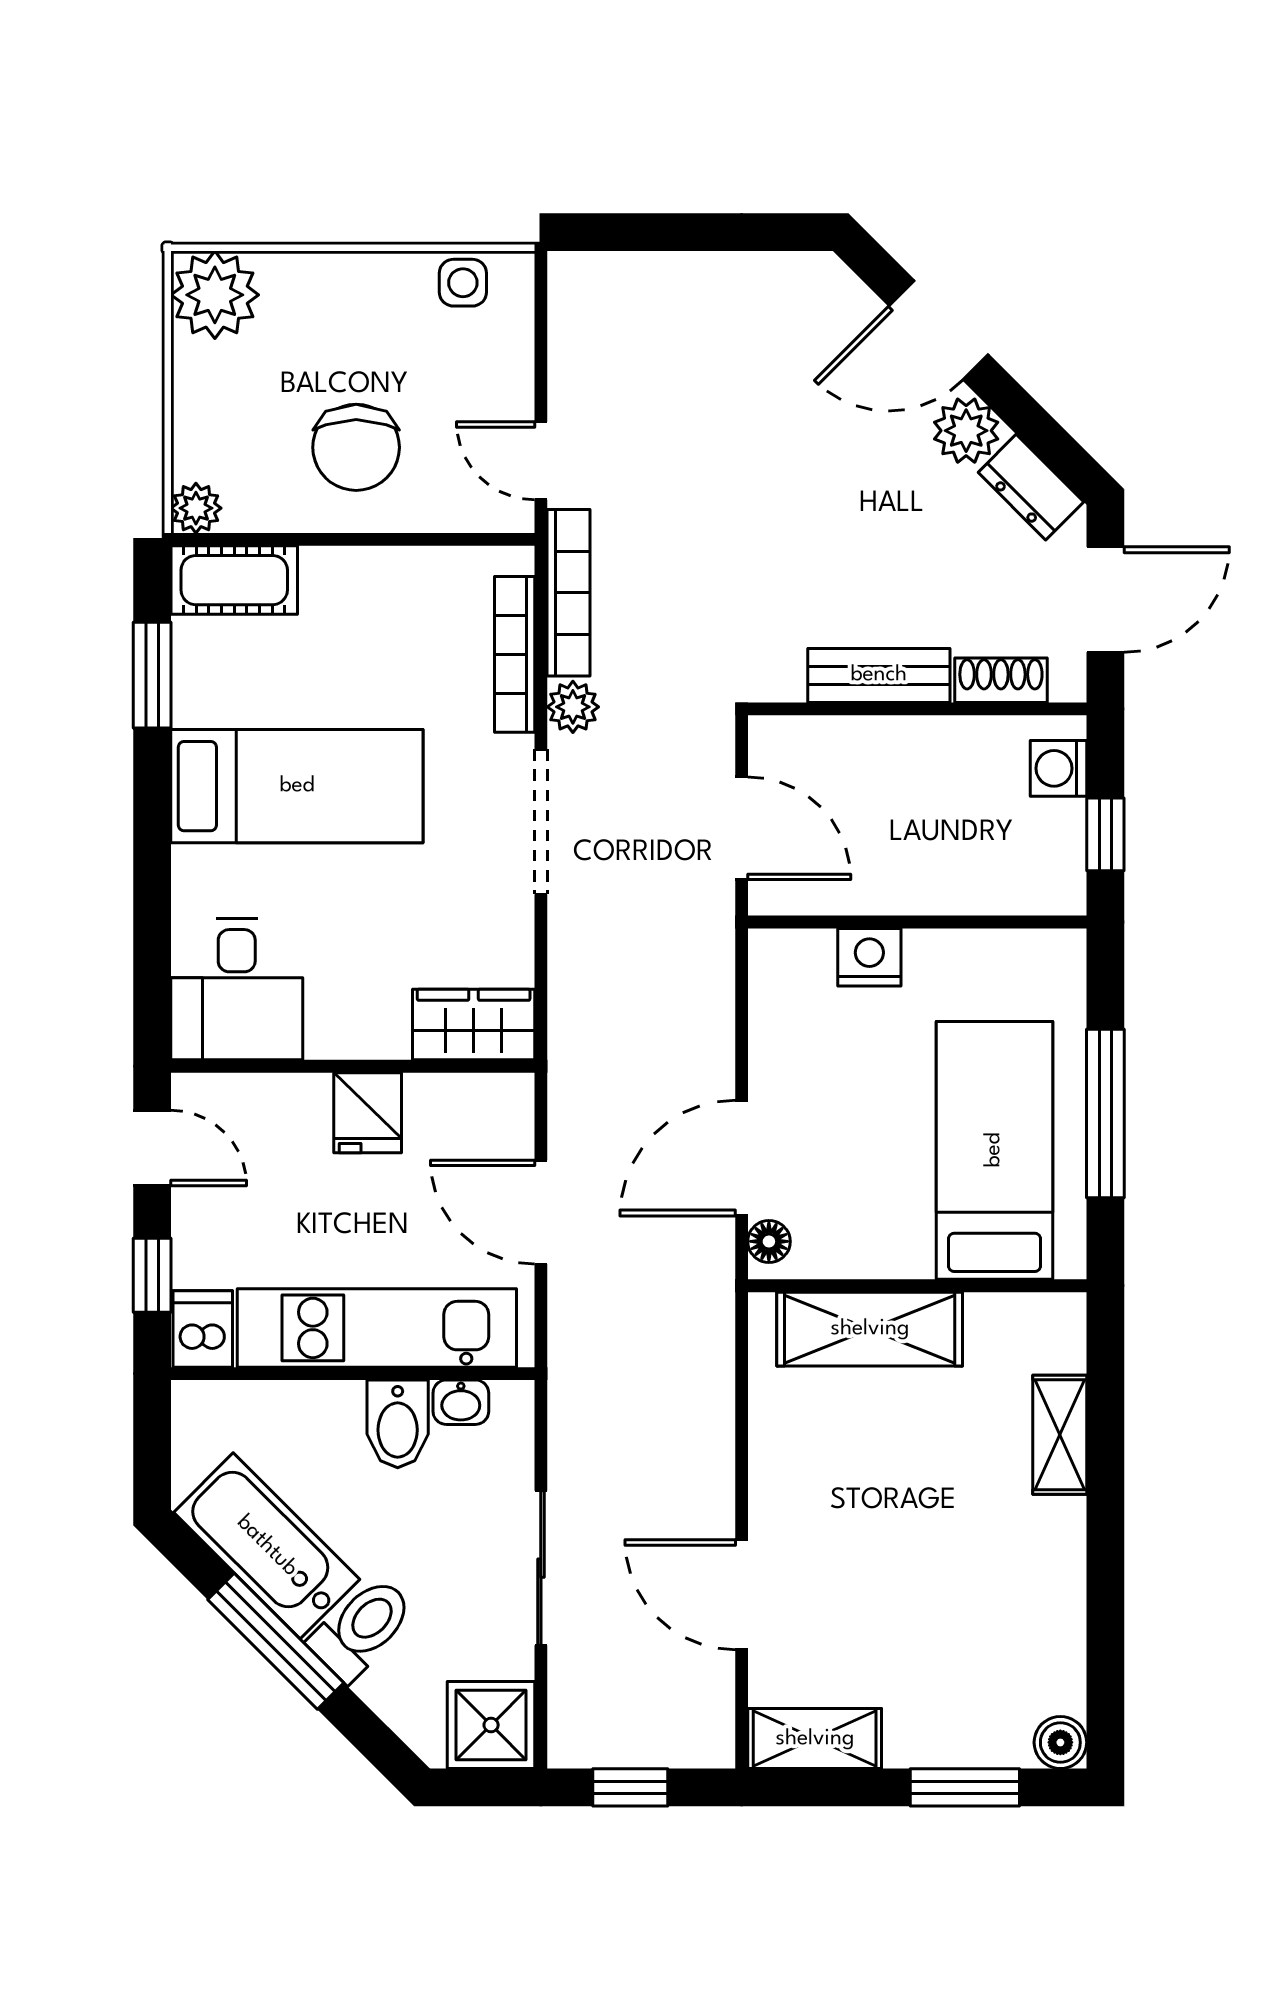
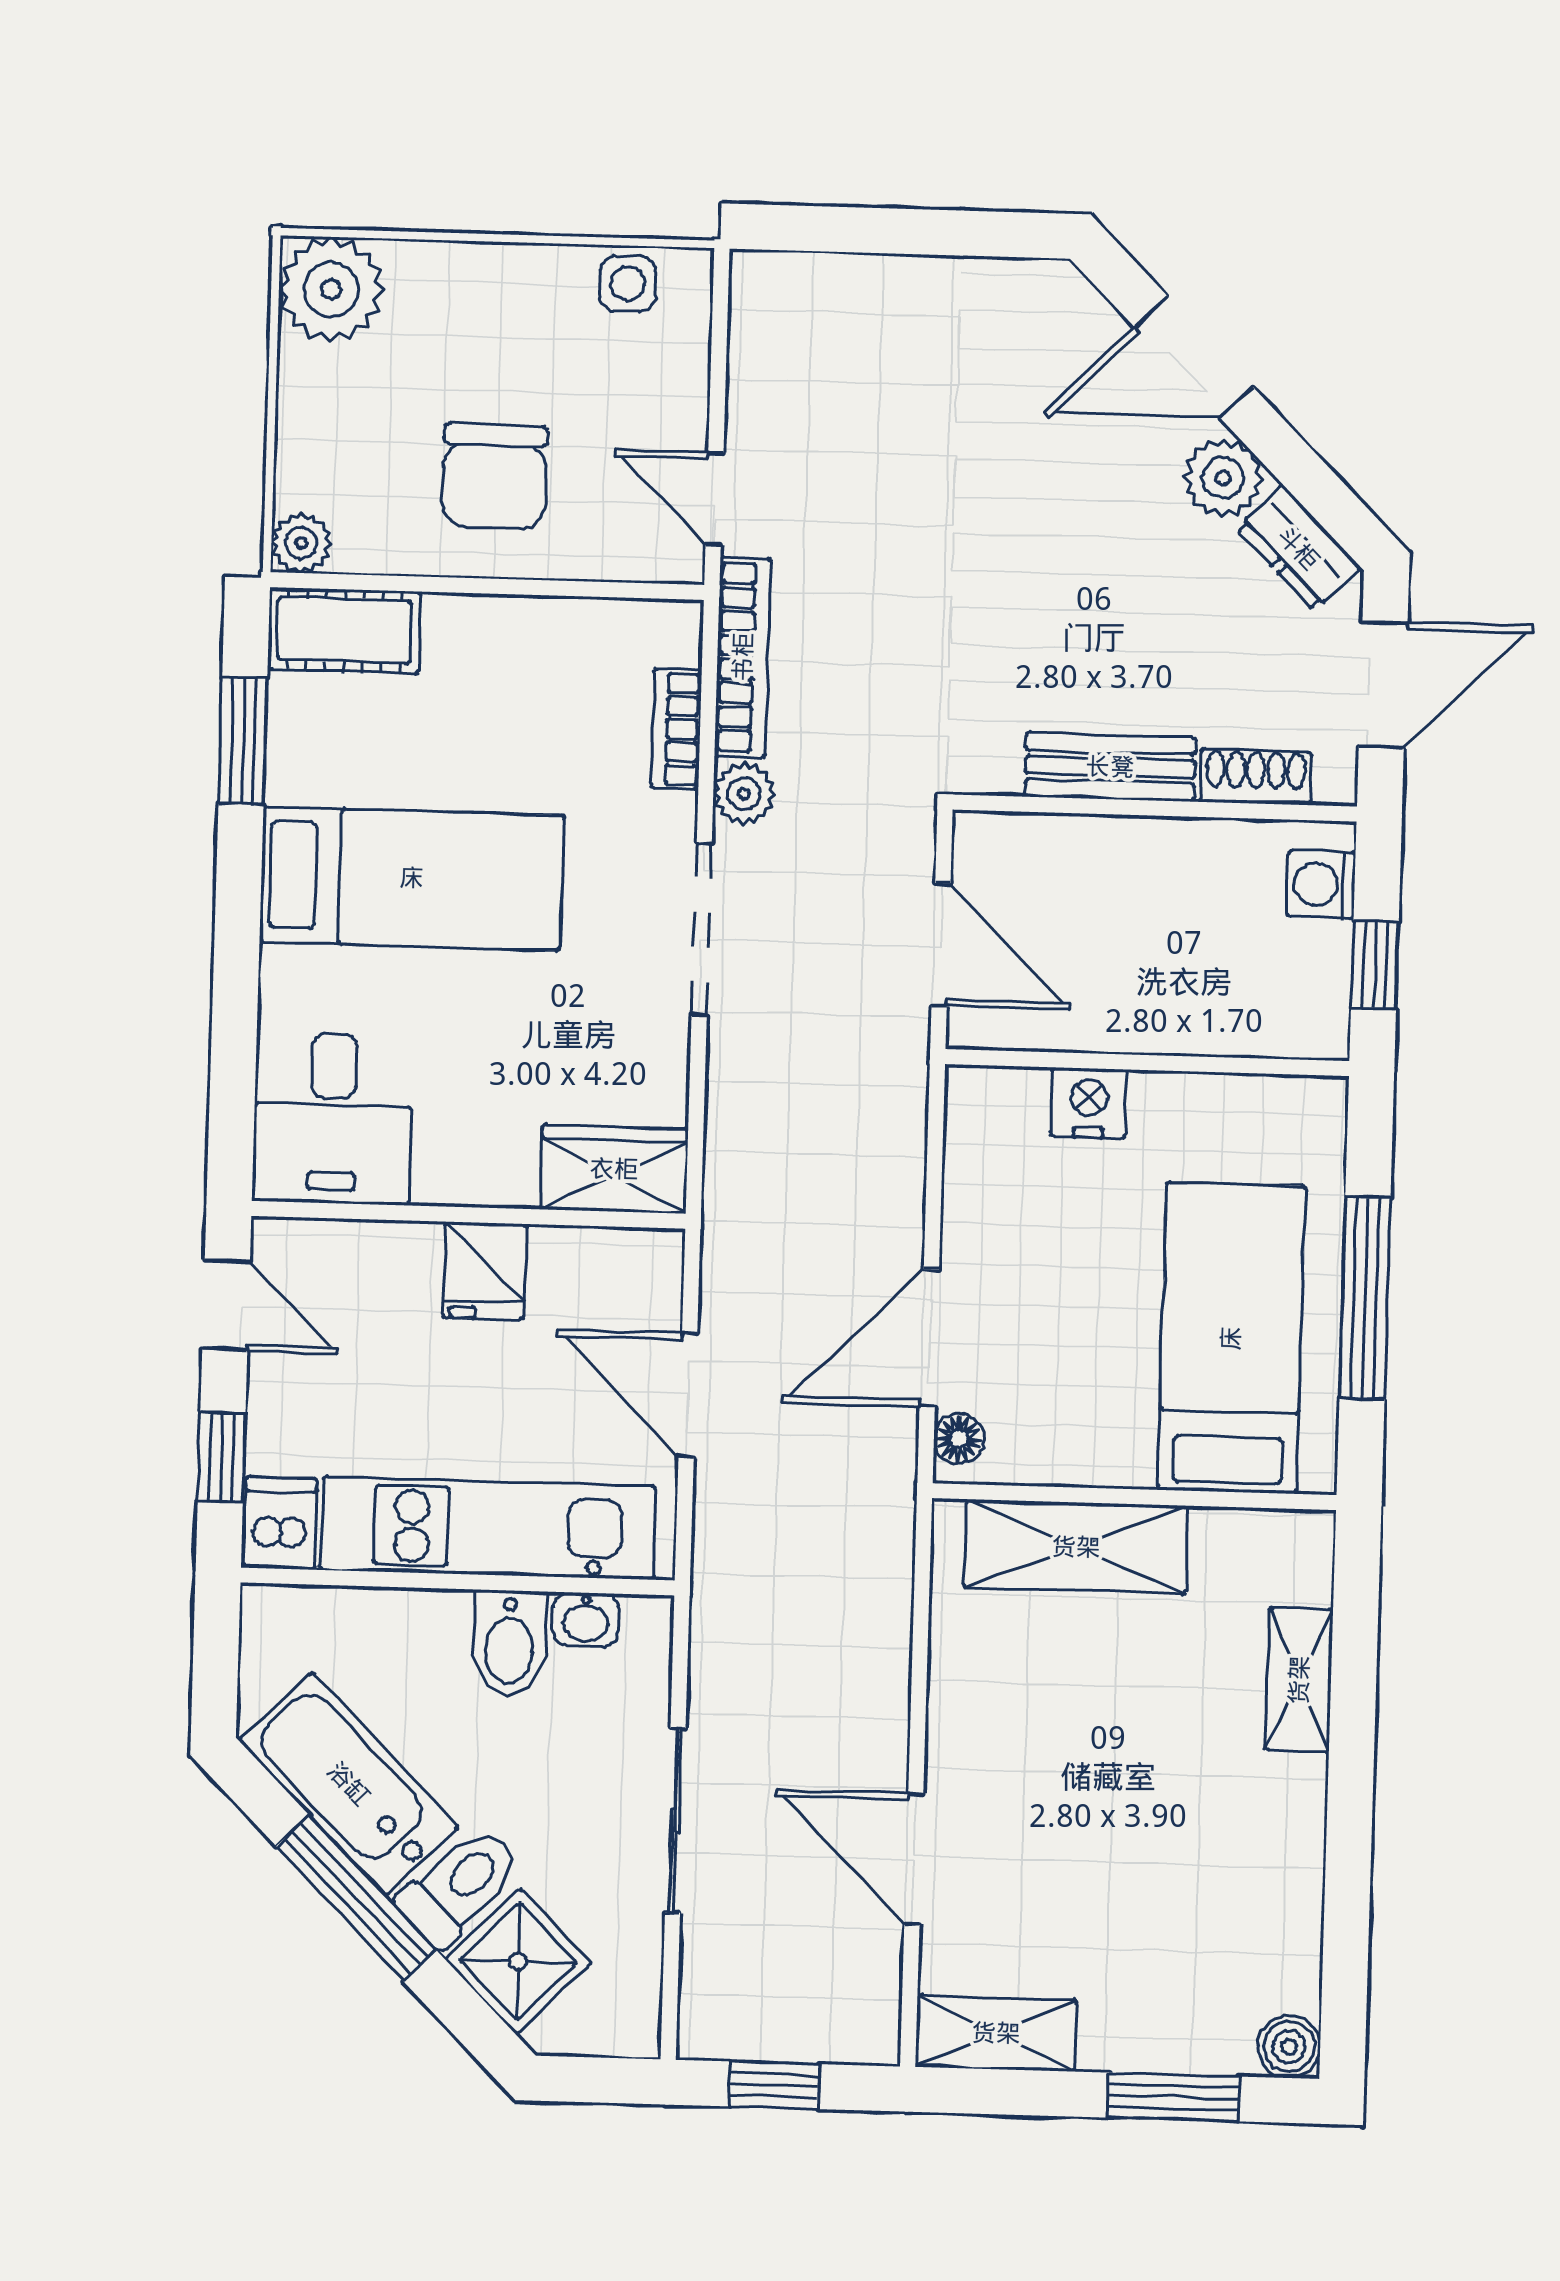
bookcase: (515, 654) -> (676, 729), width x0.64
shower: (491, 1725) -> (518, 1961), moved, turned 45

